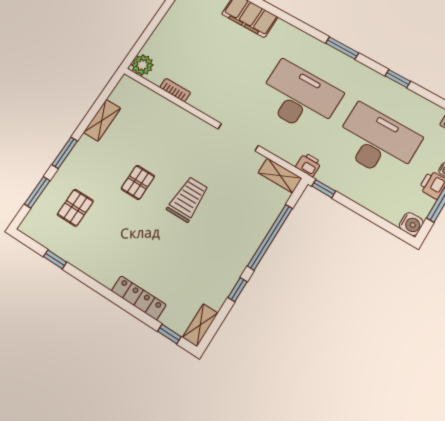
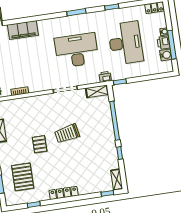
desk: (377, 142) -> (126, 43), turned 90
trolley: (188, 199) -> (67, 134), turned -101
pallet: (75, 208) -> (23, 177), width x1.50, depth x1.42
water cooler: (411, 224) -> (166, 55), moved
locker: (139, 298) -> (64, 193), moved

